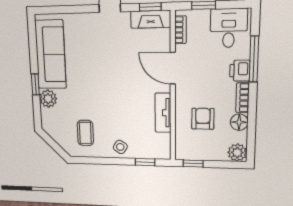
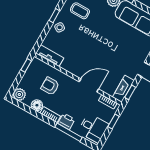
tv unit: (163, 113) -> (50, 56), moved
armchair: (203, 119) -> (50, 86), turned 180
window: (145, 162) -> (54, 16), moved

